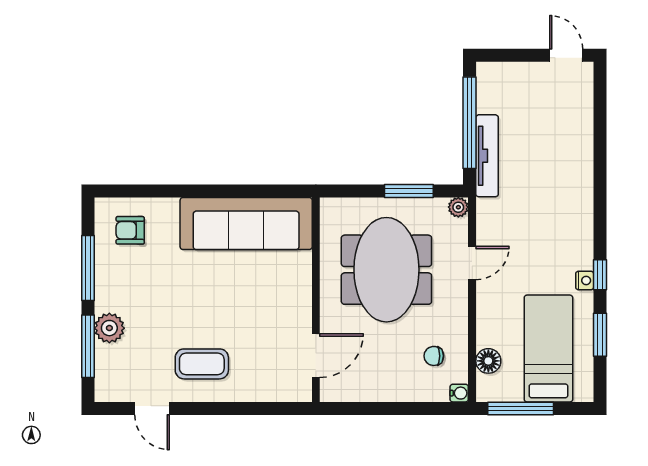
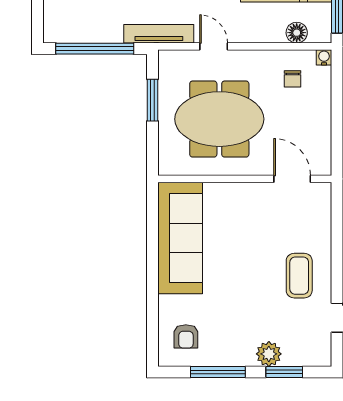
tv unit: (487, 156) -> (159, 34), moved
plant: (458, 207) -> (166, 58), removed
window: (88, 346) -> (284, 372), width x0.69

